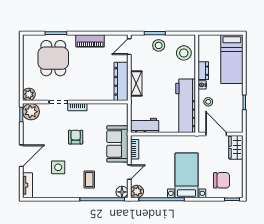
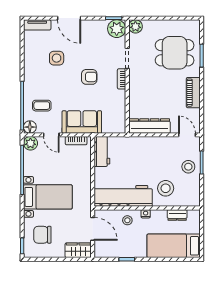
stool: (184, 53) -> (166, 188), moved
dresser: (203, 71) -> (177, 215), moved
shelving: (136, 84) -> (147, 143), removed
door: (216, 134) -> (93, 229), hinge flipped
coffee table: (89, 179) -> (42, 106), moved
chair: (222, 180) -> (42, 235), turned 90

